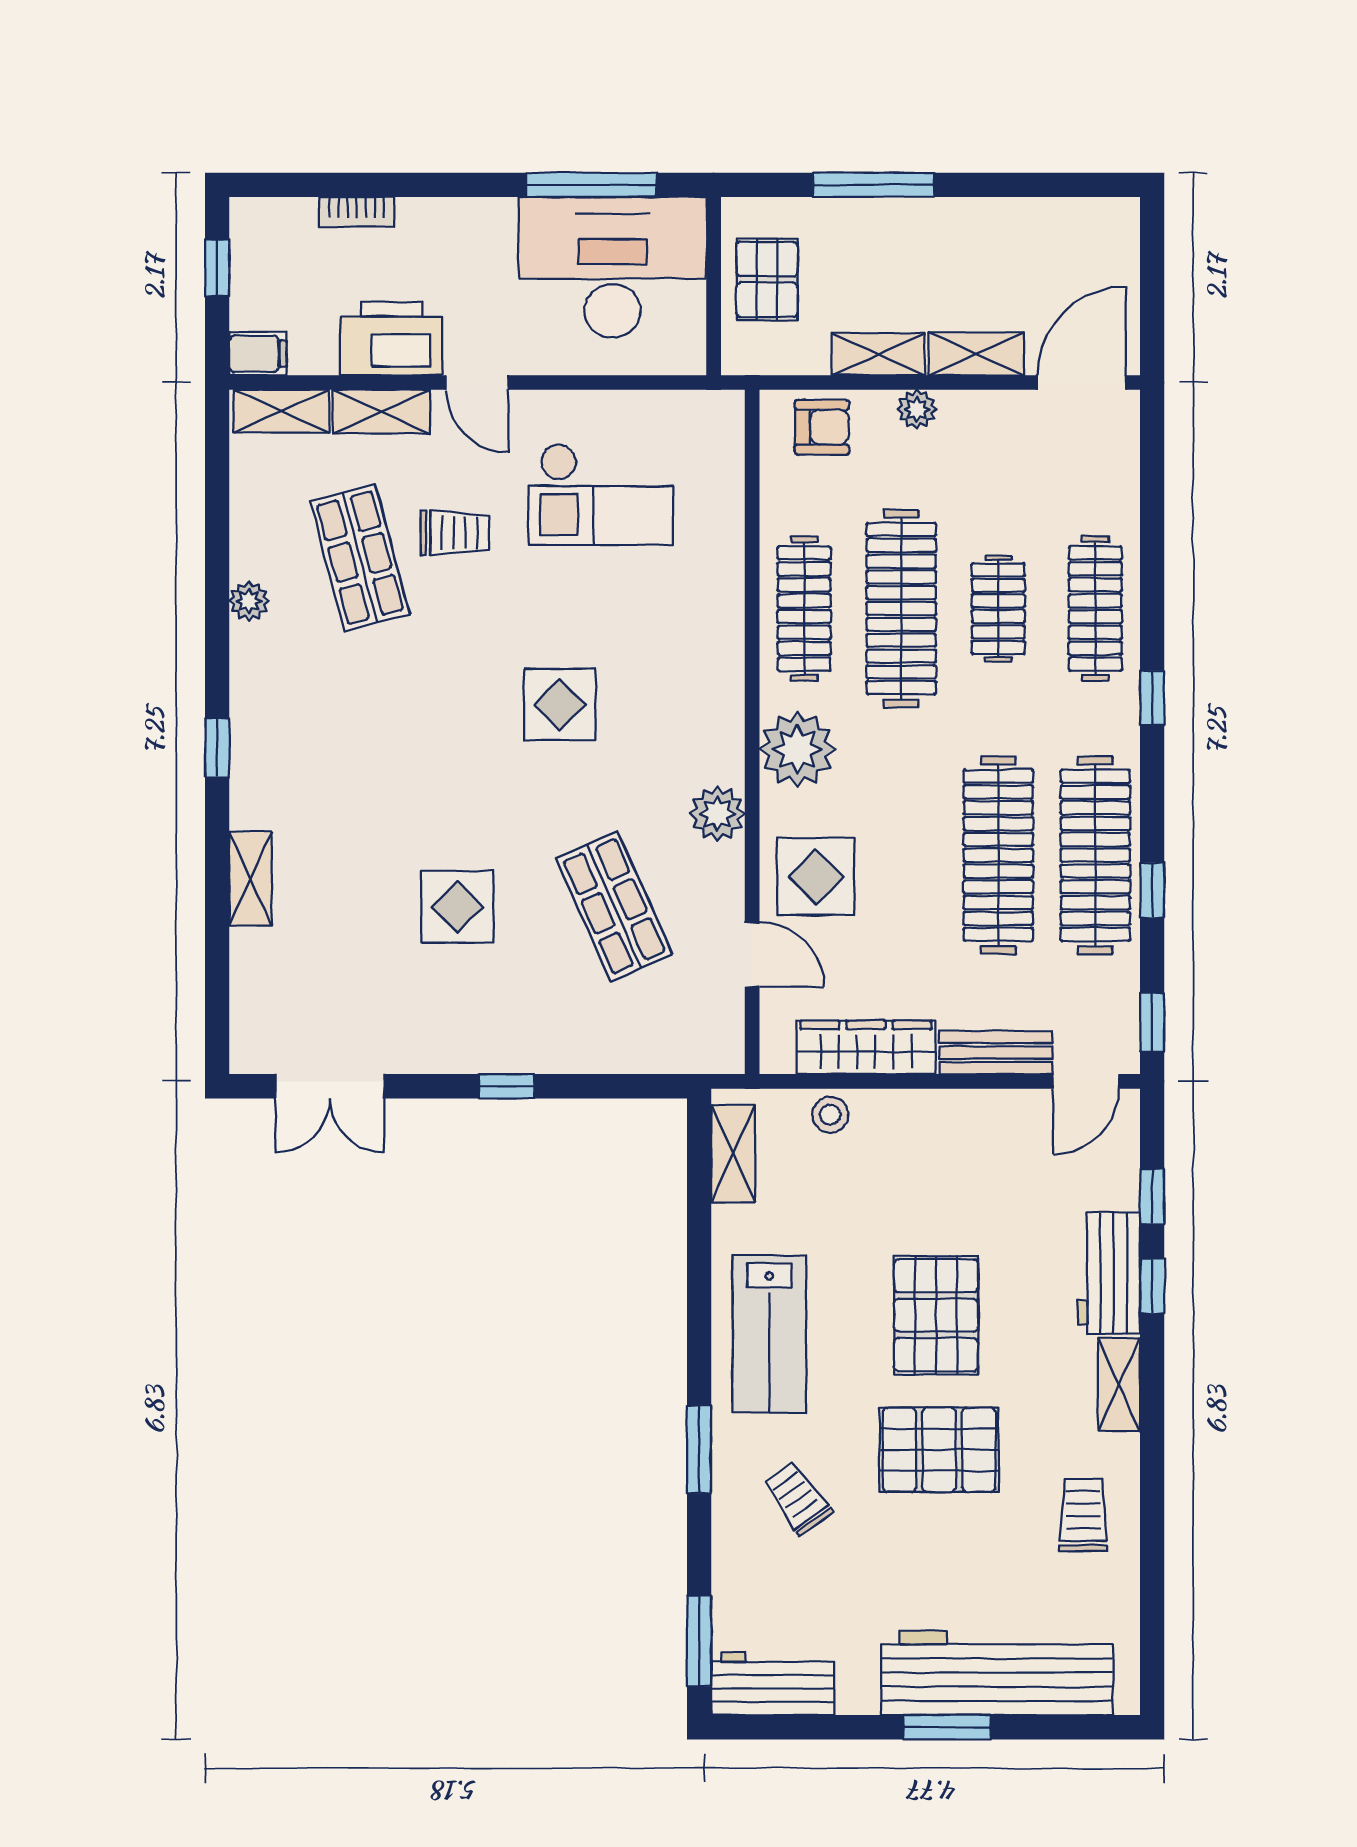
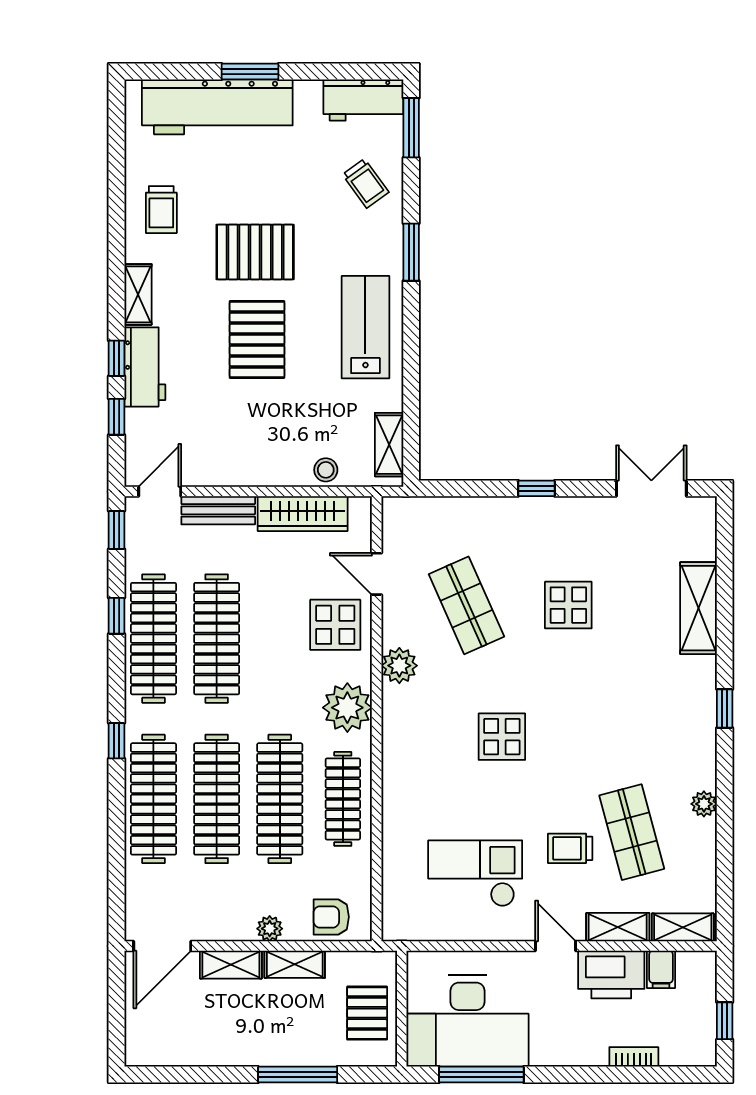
filing cabinet: (258, 354) -> (661, 969), moved, turned -90
clothes rail: (998, 609) -> (217, 799), width x1.86, depth x1.31
clothes rail: (1095, 609) -> (153, 799), width x1.37, depth x1.31
shelving: (250, 879) -> (698, 608), width x1.50, depth x1.33
trolley: (798, 1498) -> (366, 183), moved

